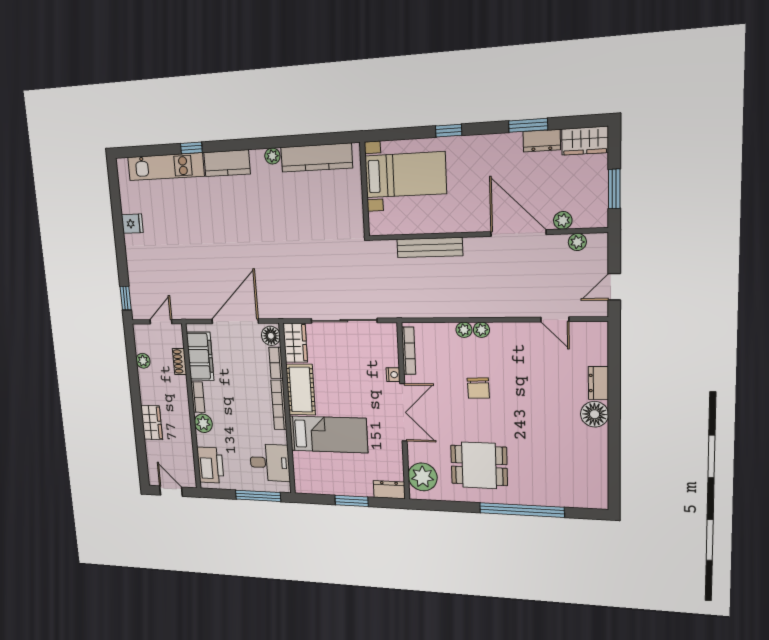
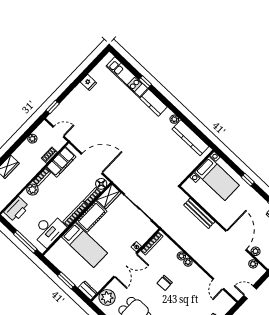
desk: (270, 463) -> (49, 230), width x1.37

